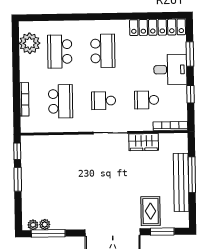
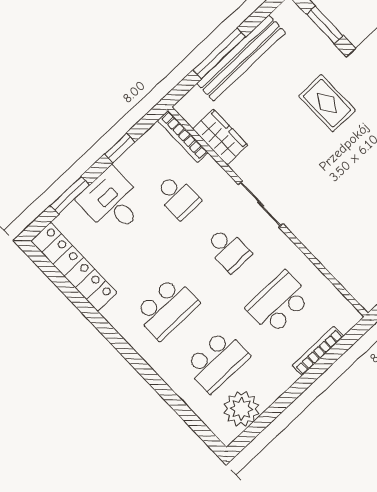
school desk: (103, 51) -> (167, 308), turned 180
wardrobe: (144, 142) -> (220, 137), moved
rug: (151, 211) -> (327, 103), moved, turned 90

